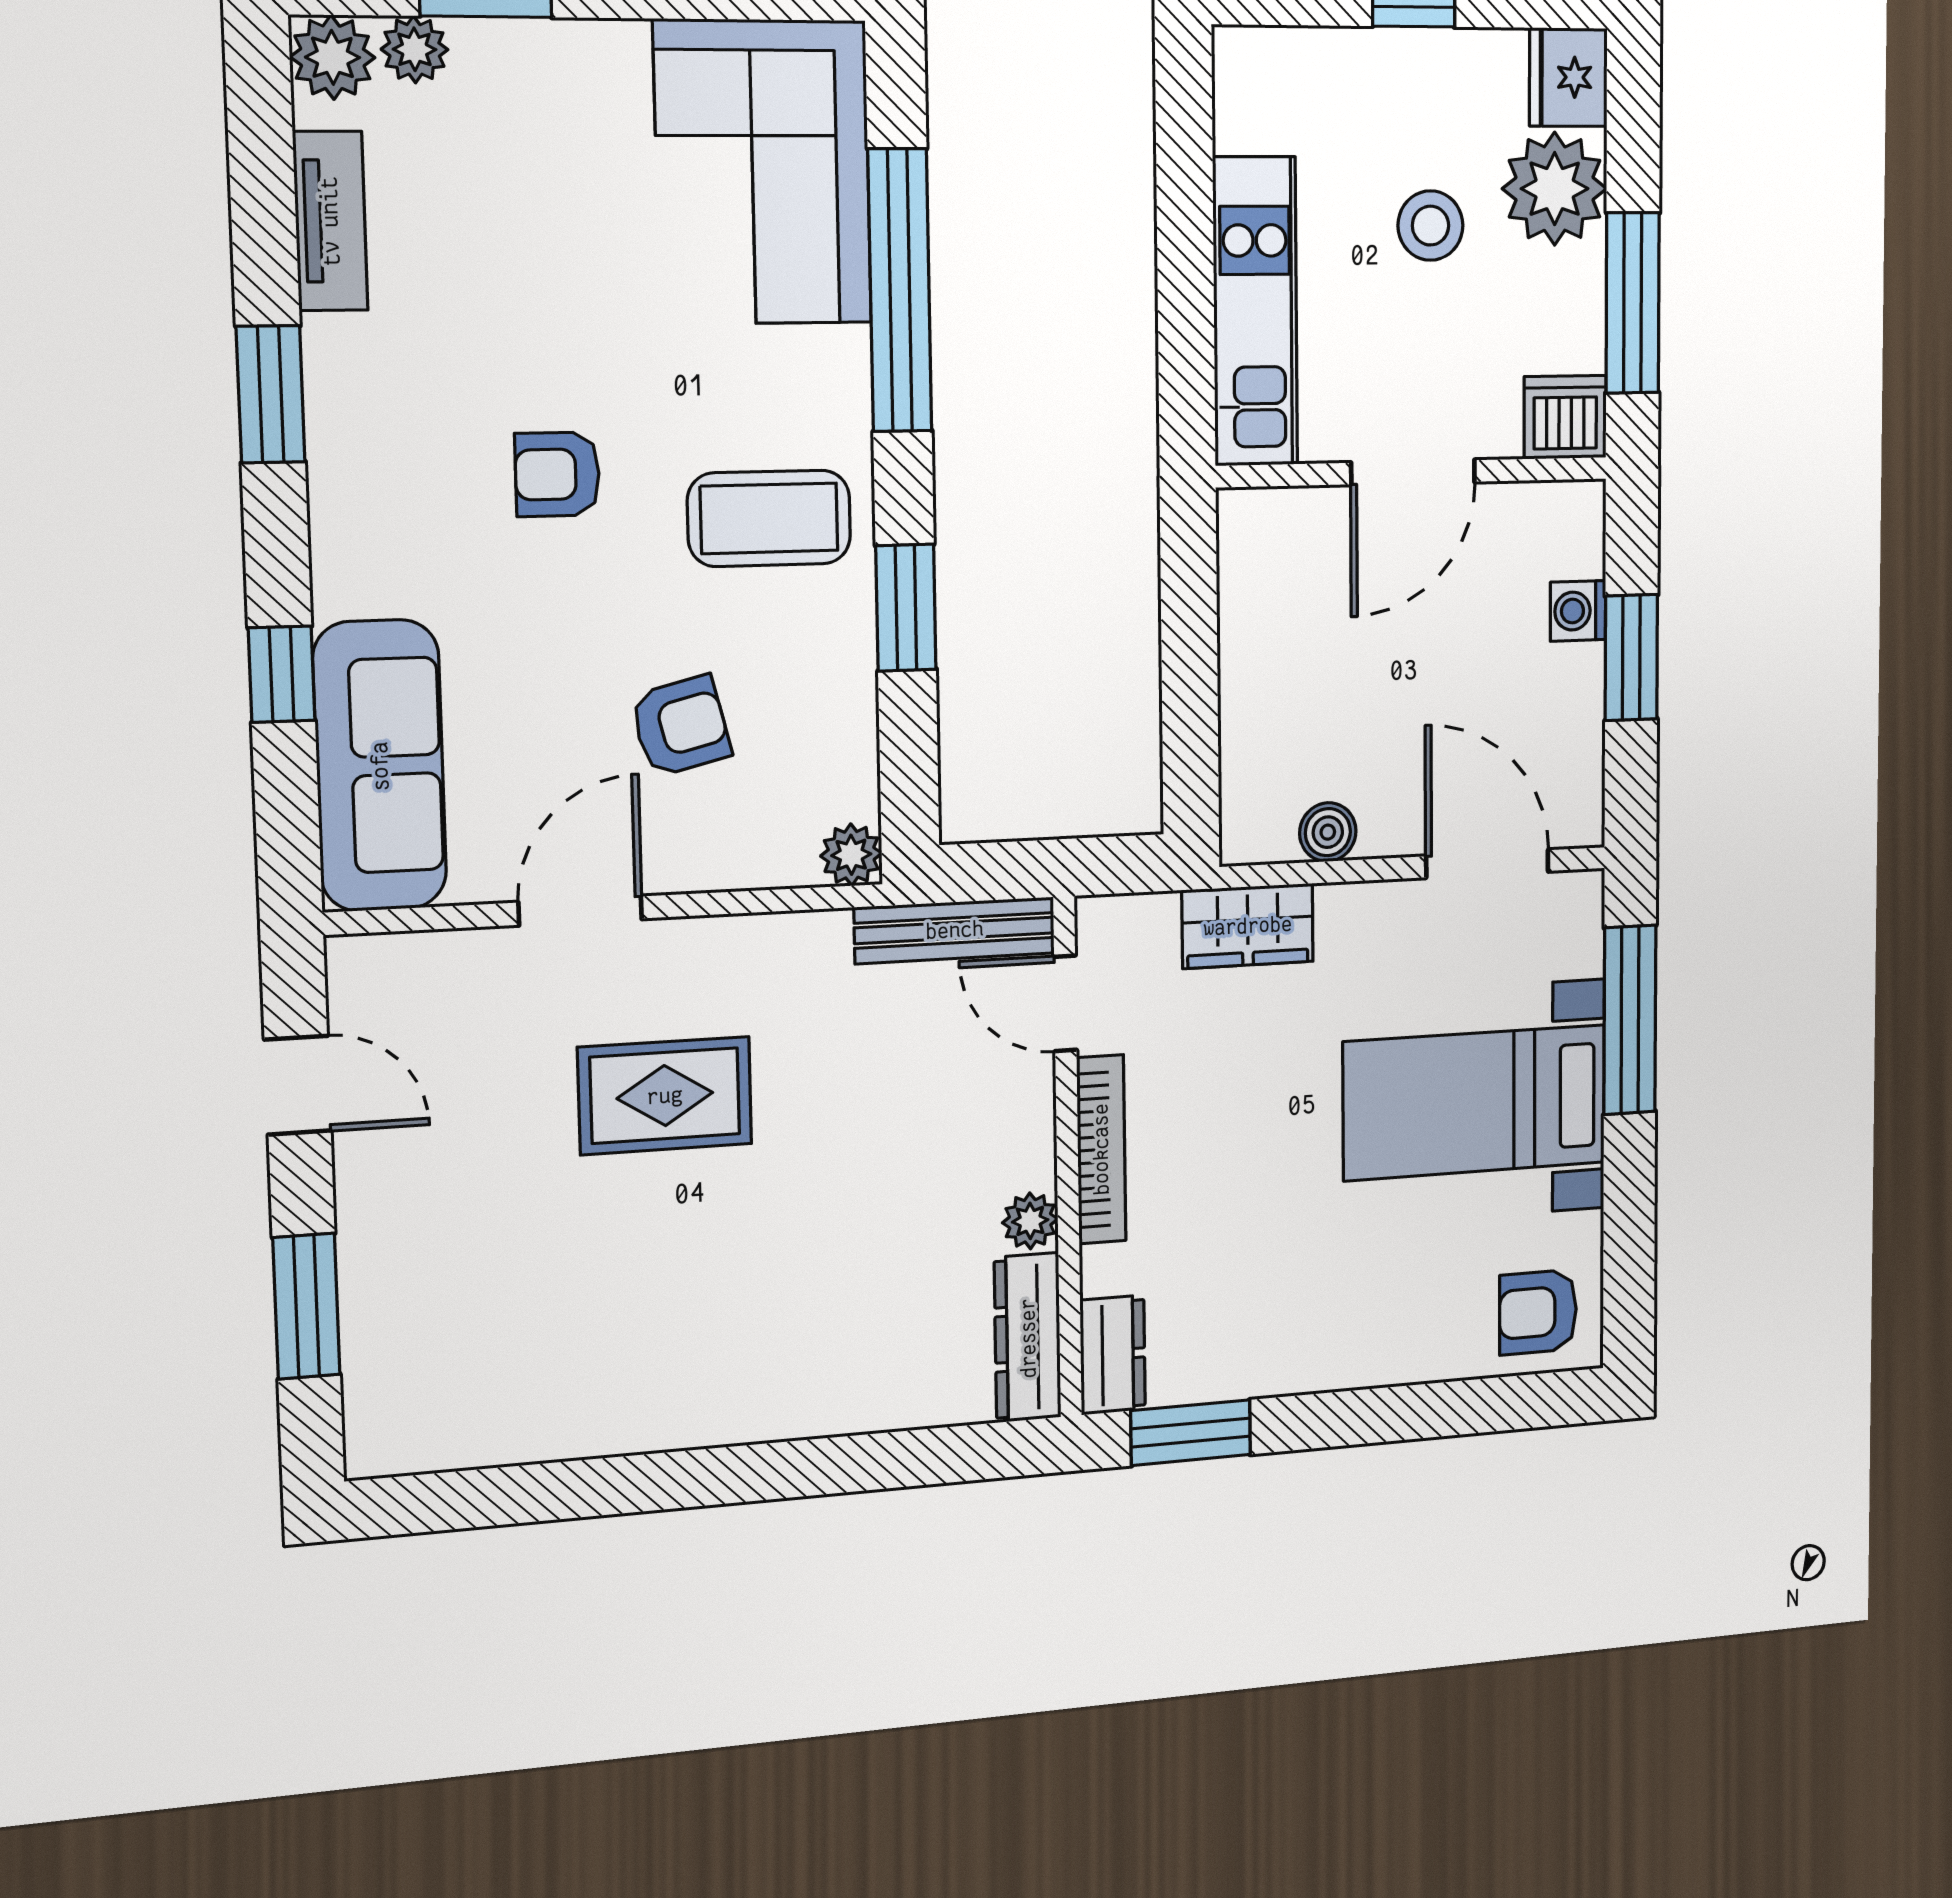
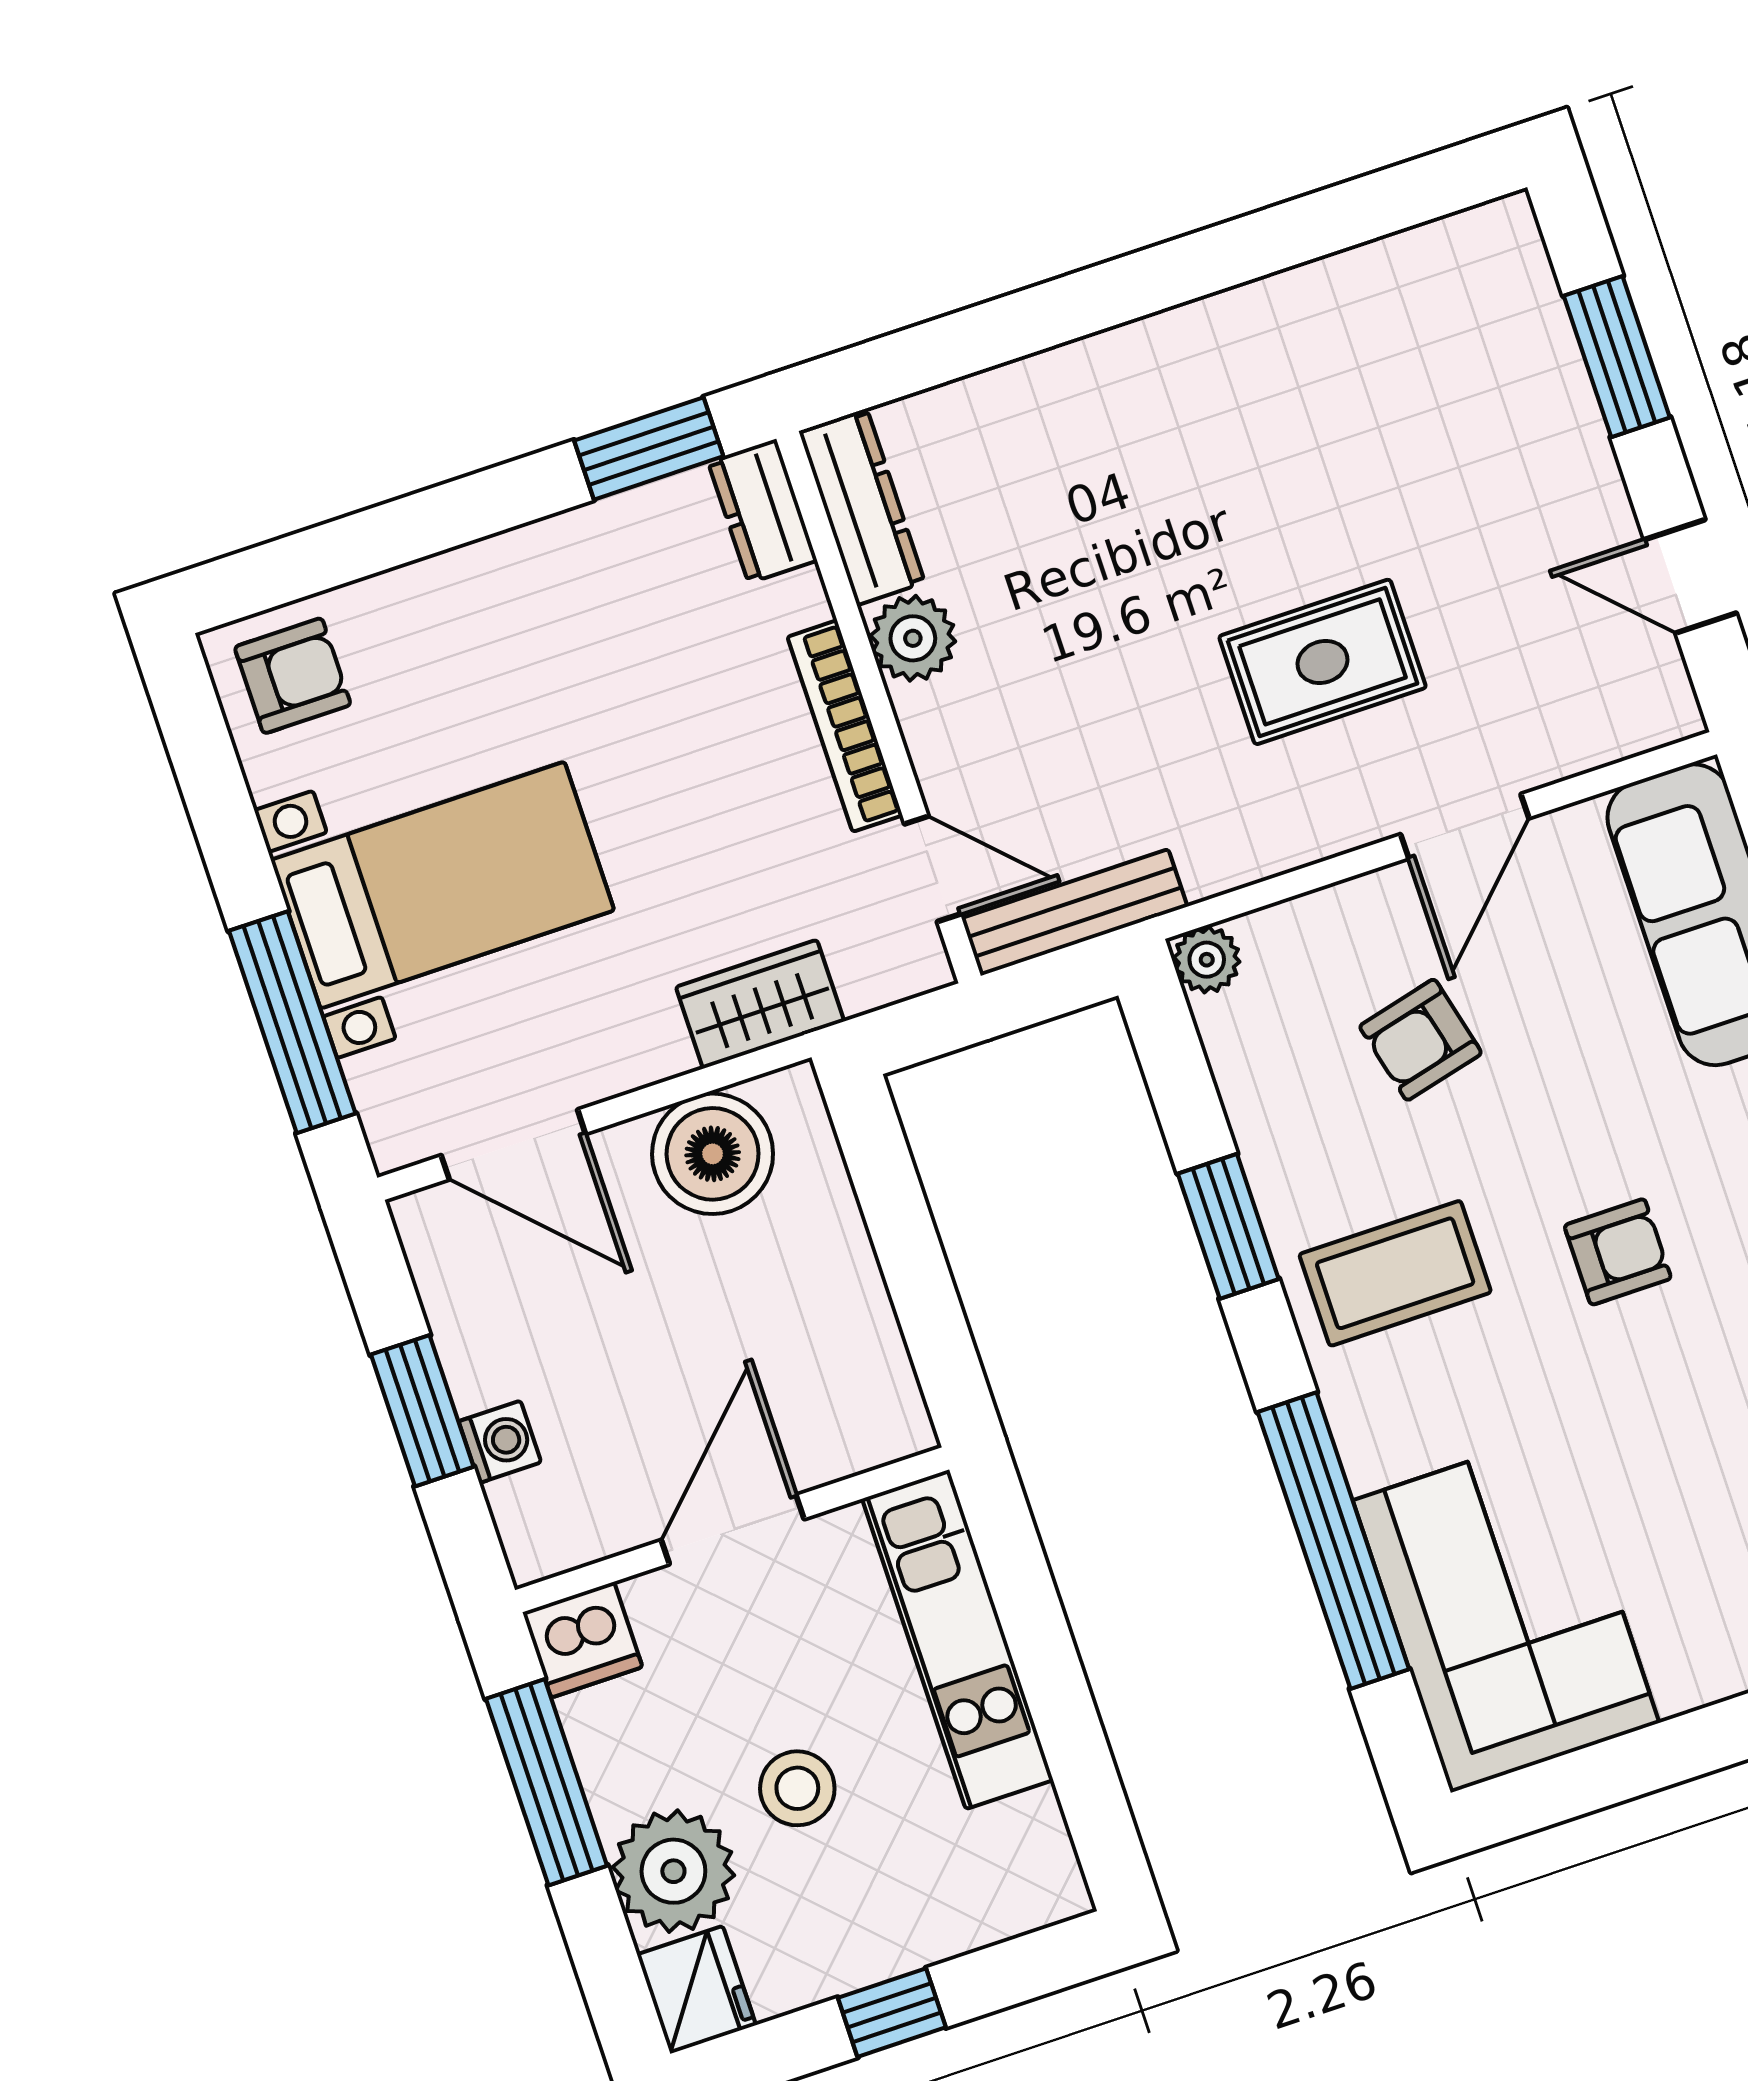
boiler: (1328, 832) -> (713, 1154), width x1.86, depth x1.86
plant: (1030, 1221) -> (913, 638), width x1.38, depth x1.38

